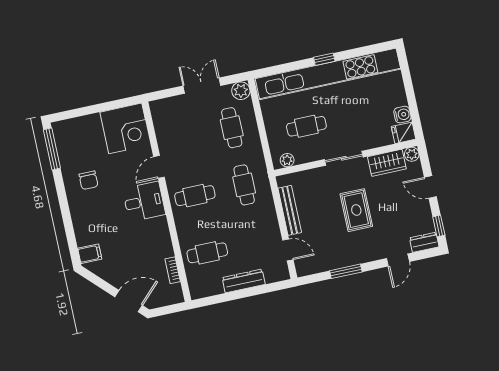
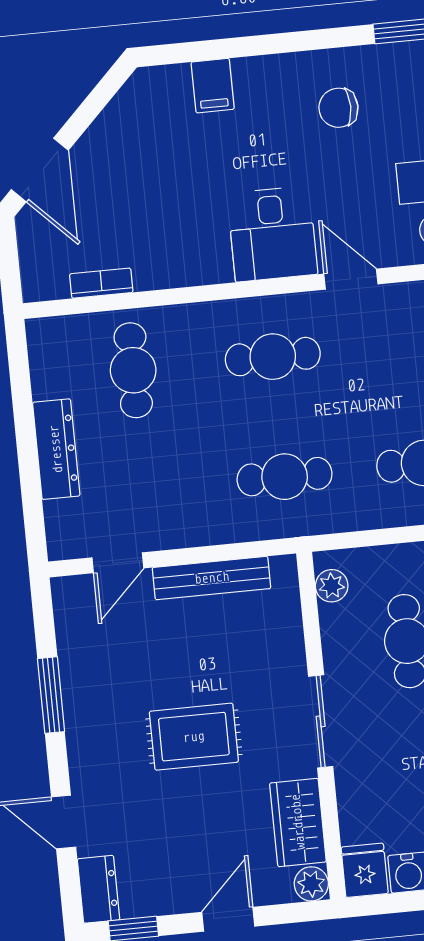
cafe table: (195, 196) -> (273, 357), turned 90
filing cabinet: (90, 254) -> (213, 86), moved

